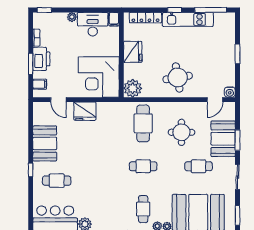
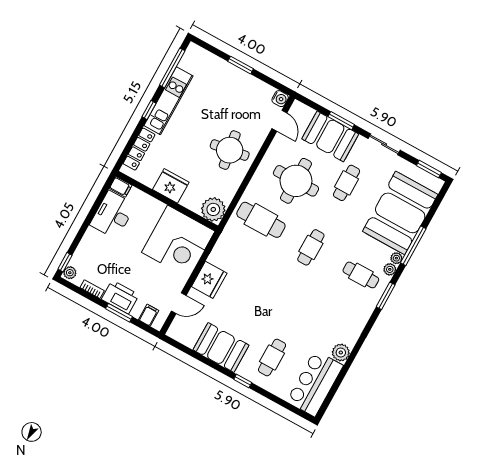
plant: (72, 17) -> (70, 273), moved
round table: (181, 132) -> (296, 181), width x1.36, depth x1.36

